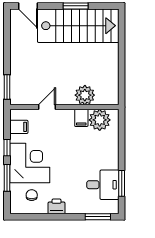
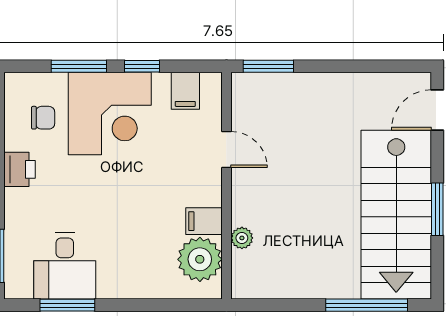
window: (122, 40) -> (367, 305), added
plant: (85, 95) -> (242, 238), width x0.53, depth x0.53

